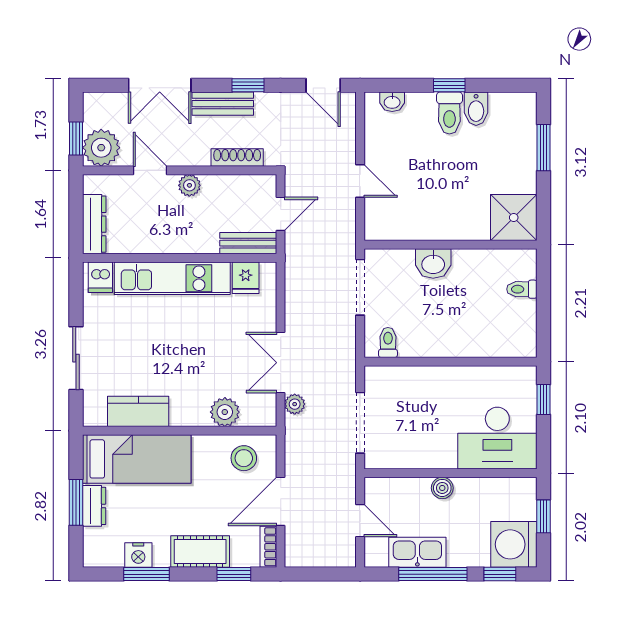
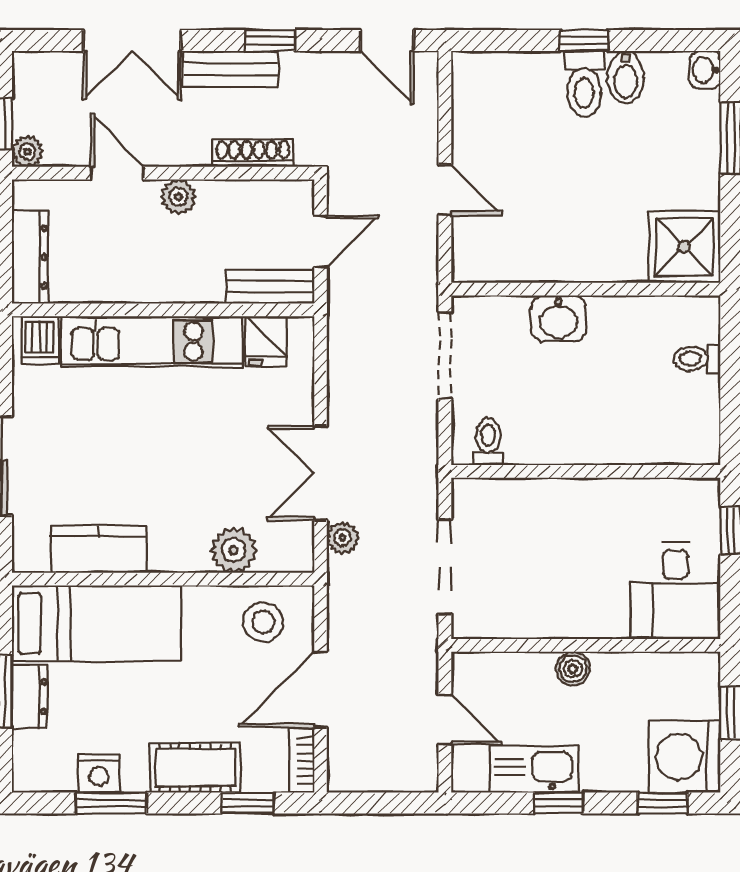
washbasin: (392, 102) -> (705, 70), moved, turned 90
plant: (101, 148) -> (27, 151), width x0.53, depth x0.53
desk: (497, 438) -> (675, 591), width x0.73
window: (433, 574) -> (558, 803), width x0.46

